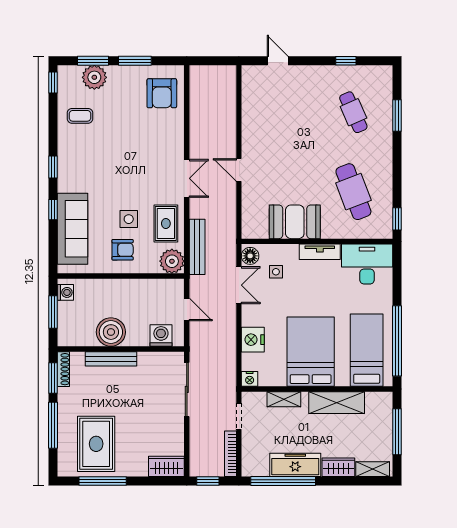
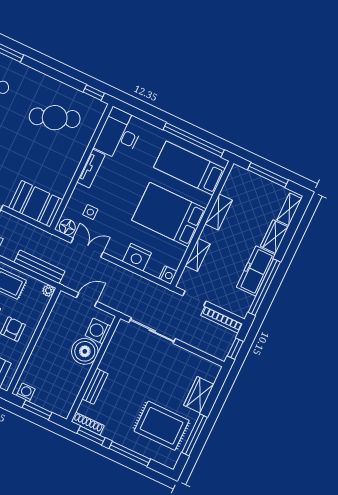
booth: (295, 222) -> (36, 204), moved, turned 90
plant: (172, 261) -> (48, 291), width x0.53, depth x0.53
boiler: (111, 332) -> (85, 351), moved
bench: (111, 359) -> (95, 386), width x0.73
shelving: (337, 403) -> (219, 212), width x0.67, depth x0.75
wardrobe: (166, 466) -> (199, 395), moved

